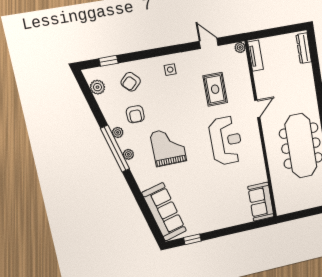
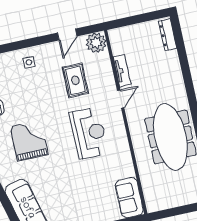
door: (209, 43) -> (67, 35), swing flipped
plant: (240, 47) -> (96, 43), width x1.88, depth x1.88
tv unit: (255, 56) -> (122, 71), moved

